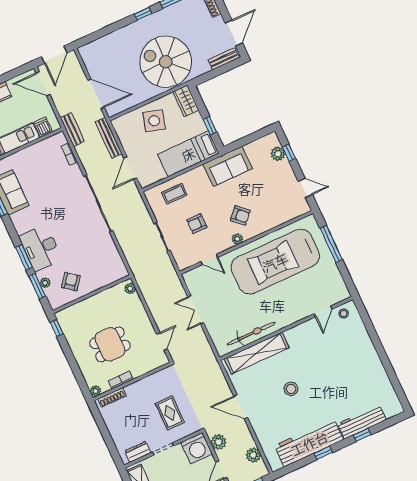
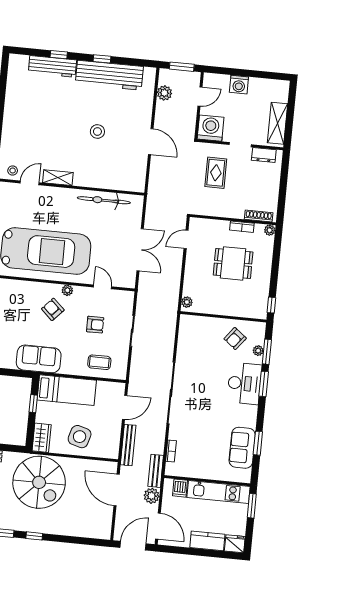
double door: (196, 310) -> (140, 250), width x1.37
shelving: (257, 353) -> (58, 178), moved, width x0.45, depth x0.75
plant: (218, 442) -> (152, 496), moved

